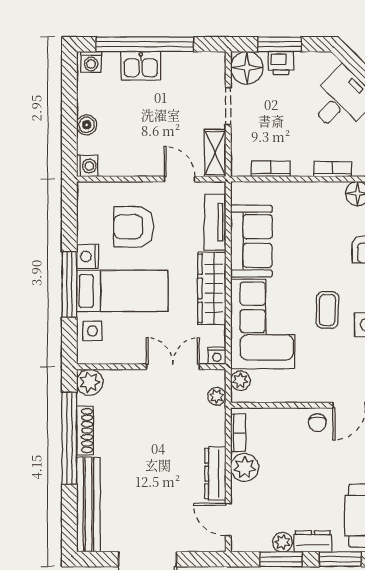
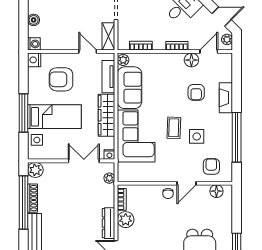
nightstand: (88, 256) -> (34, 60), moved
plant: (240, 381) -> (123, 60), moved

